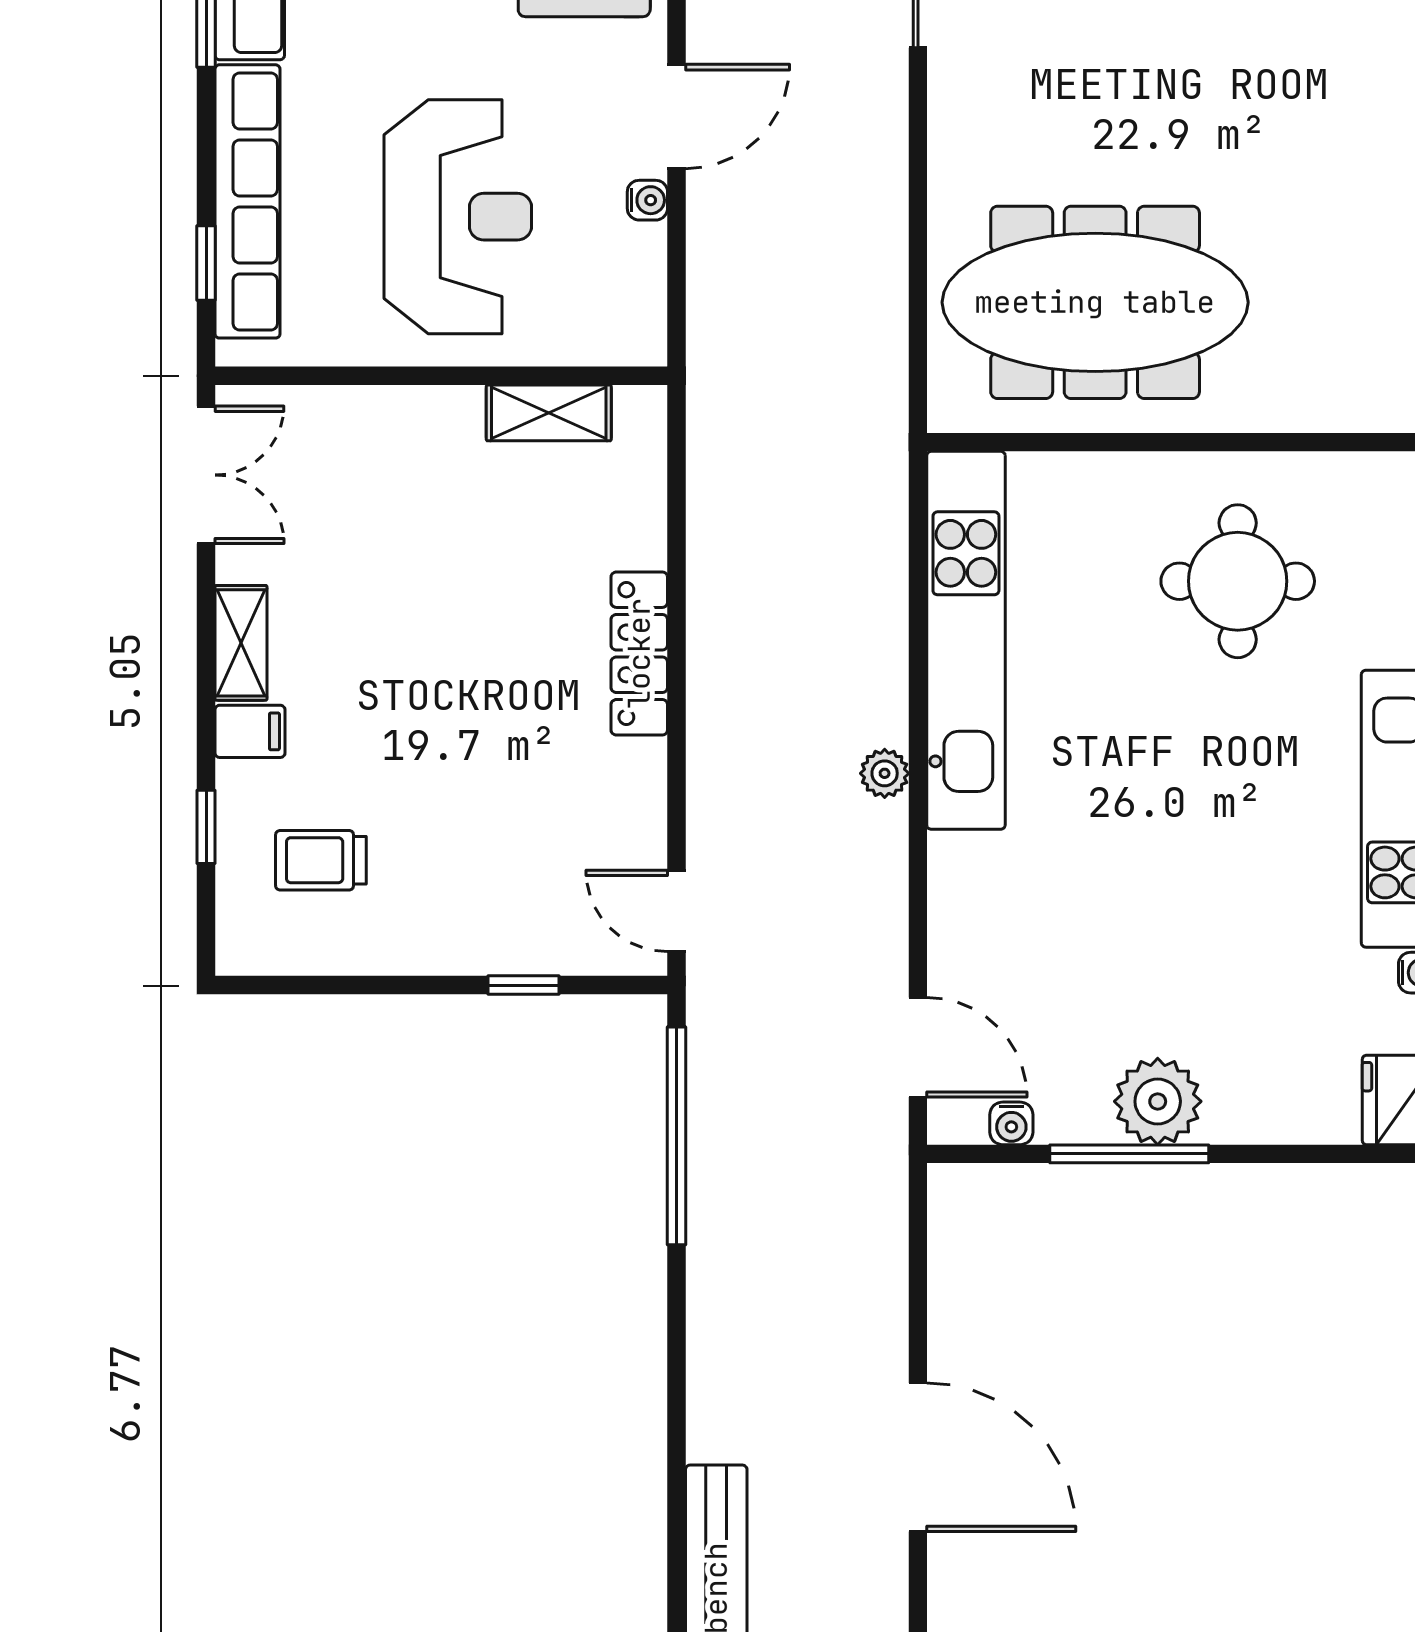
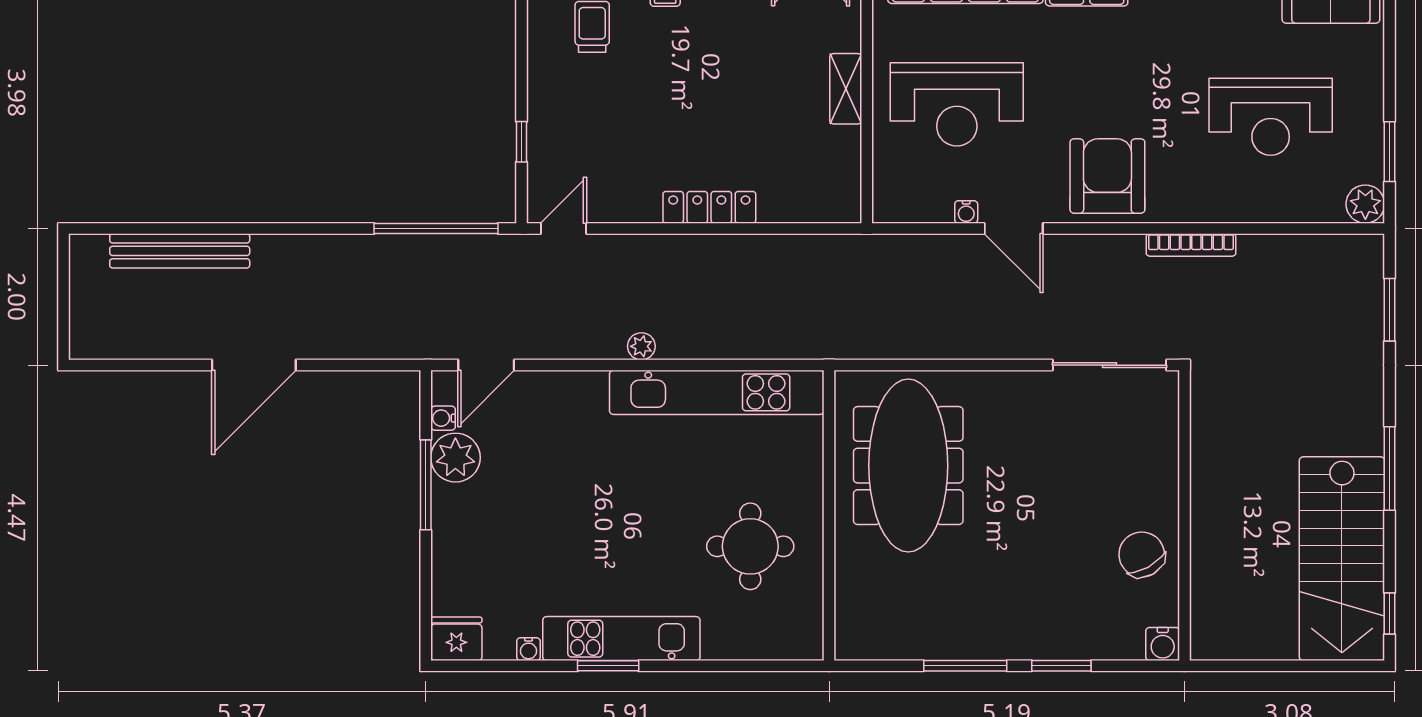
shelving: (549, 413) -> (846, 89), moved
plant: (1158, 1101) -> (455, 458), moved

